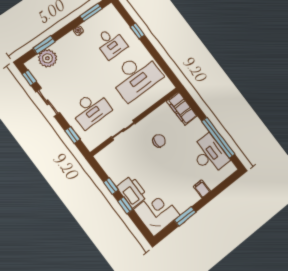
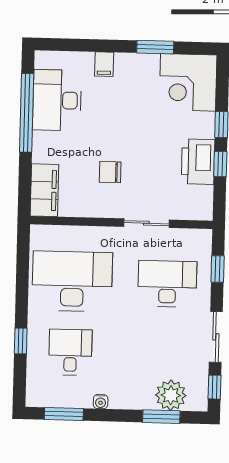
printer: (132, 192) -> (198, 162), moved

